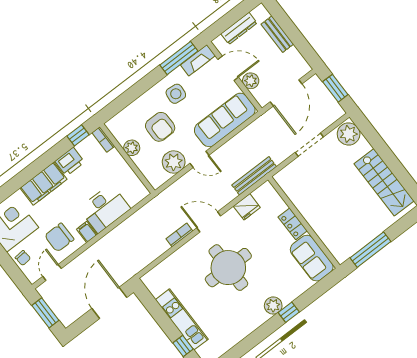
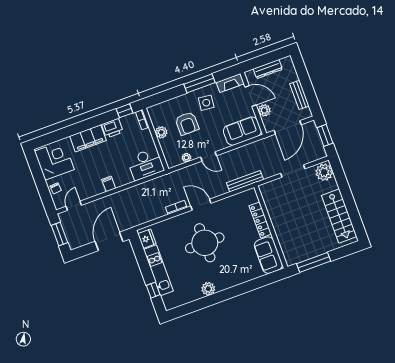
bench: (277, 34) -> (299, 95), moved
window: (179, 58) -> (199, 83), moved
sofa: (225, 120) -> (242, 131), width x0.73
plant: (174, 162) -> (186, 158), width x0.53, depth x0.53
fridge: (247, 207) -> (147, 239), moved, turned -90
desk: (105, 209) -> (146, 164), moved
locker: (293, 224) -> (260, 220), width x1.53
chair: (59, 237) -> (87, 182), removed
plant: (273, 306) -> (208, 289), moved
window: (289, 312) -> (239, 290), removed

